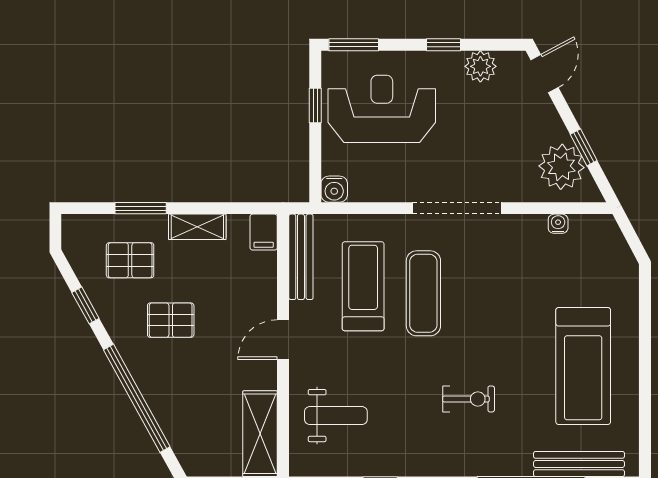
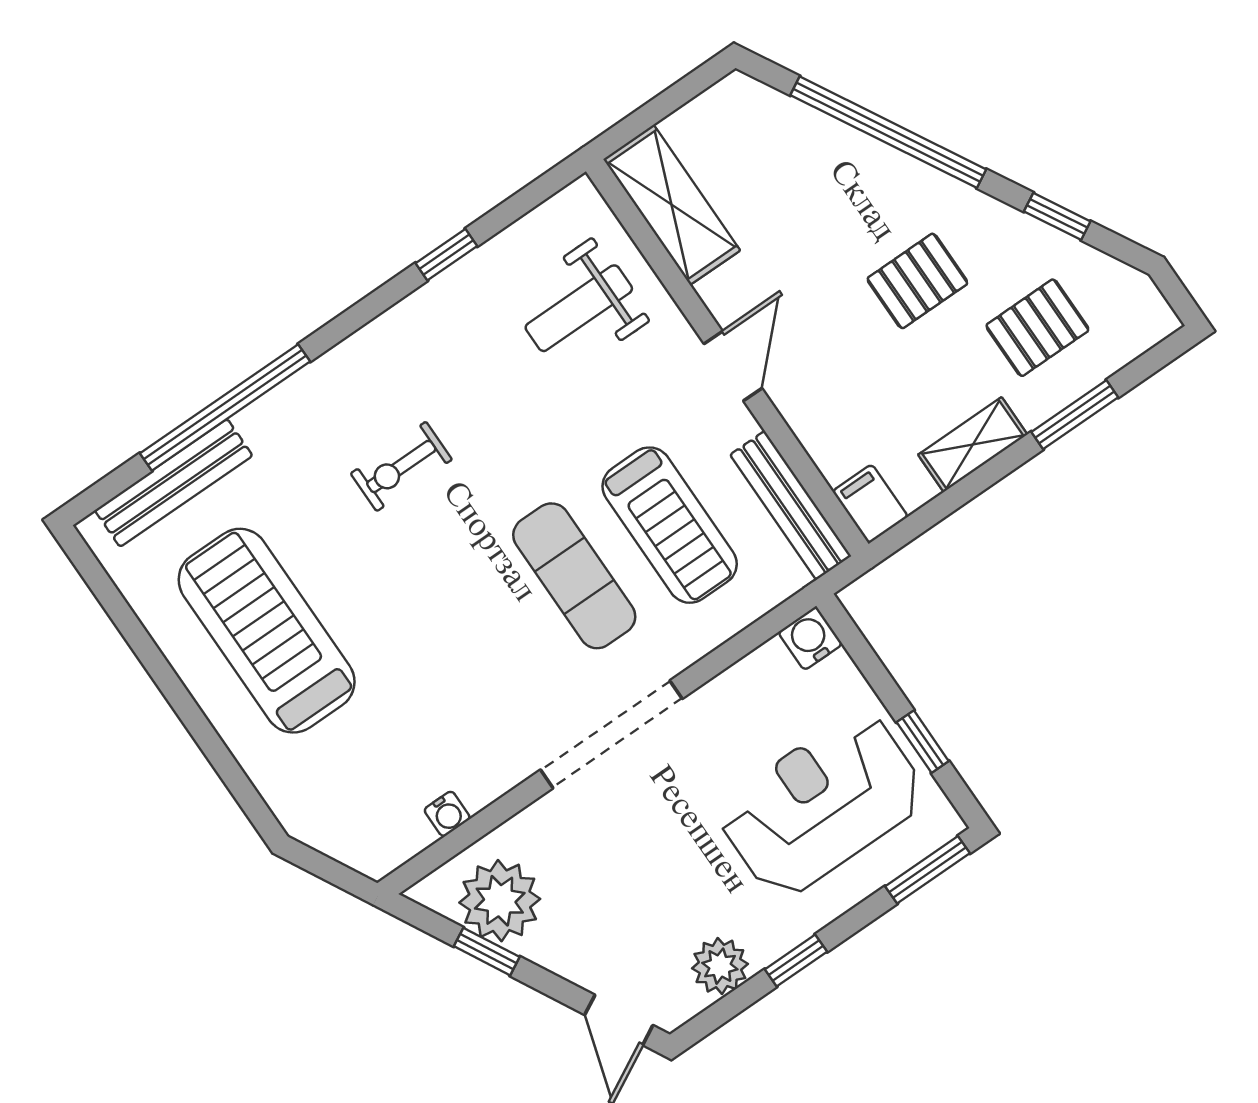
reception desk: (382, 109) -> (822, 804), turned 180

